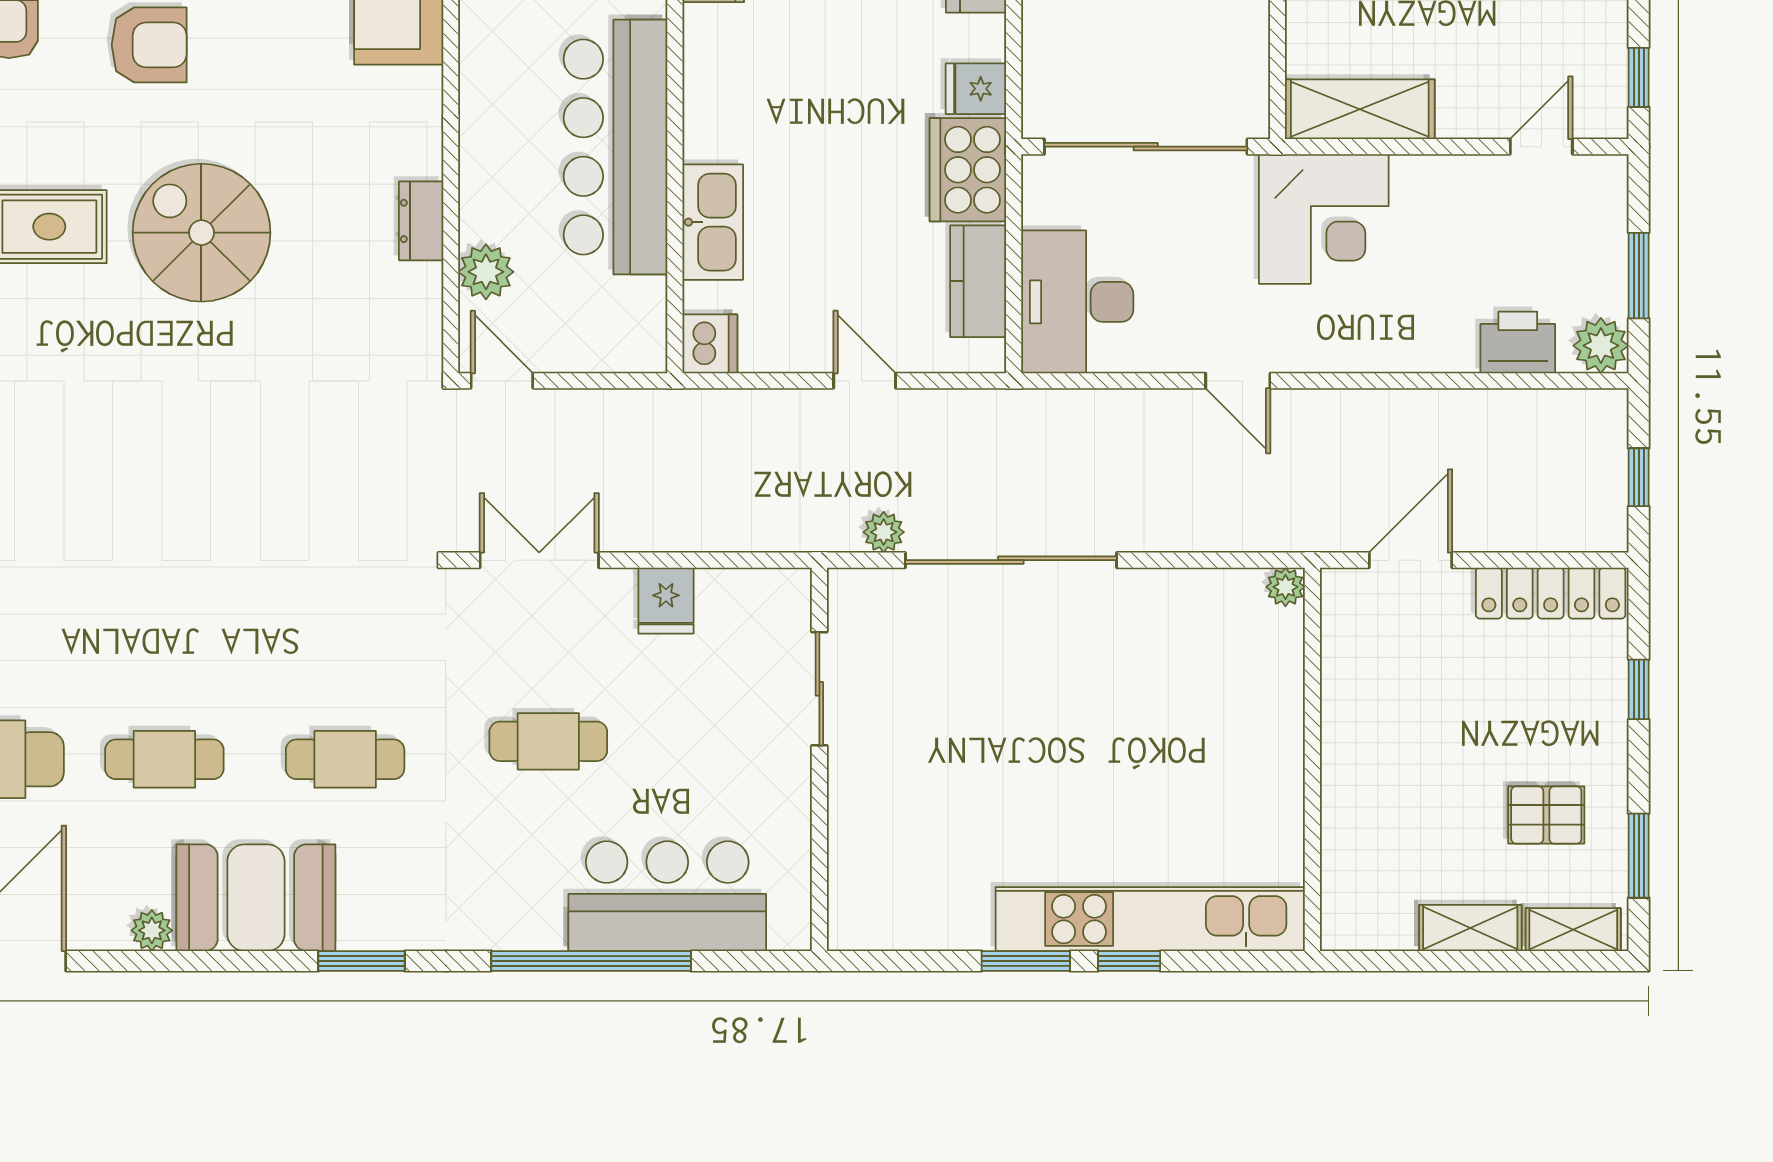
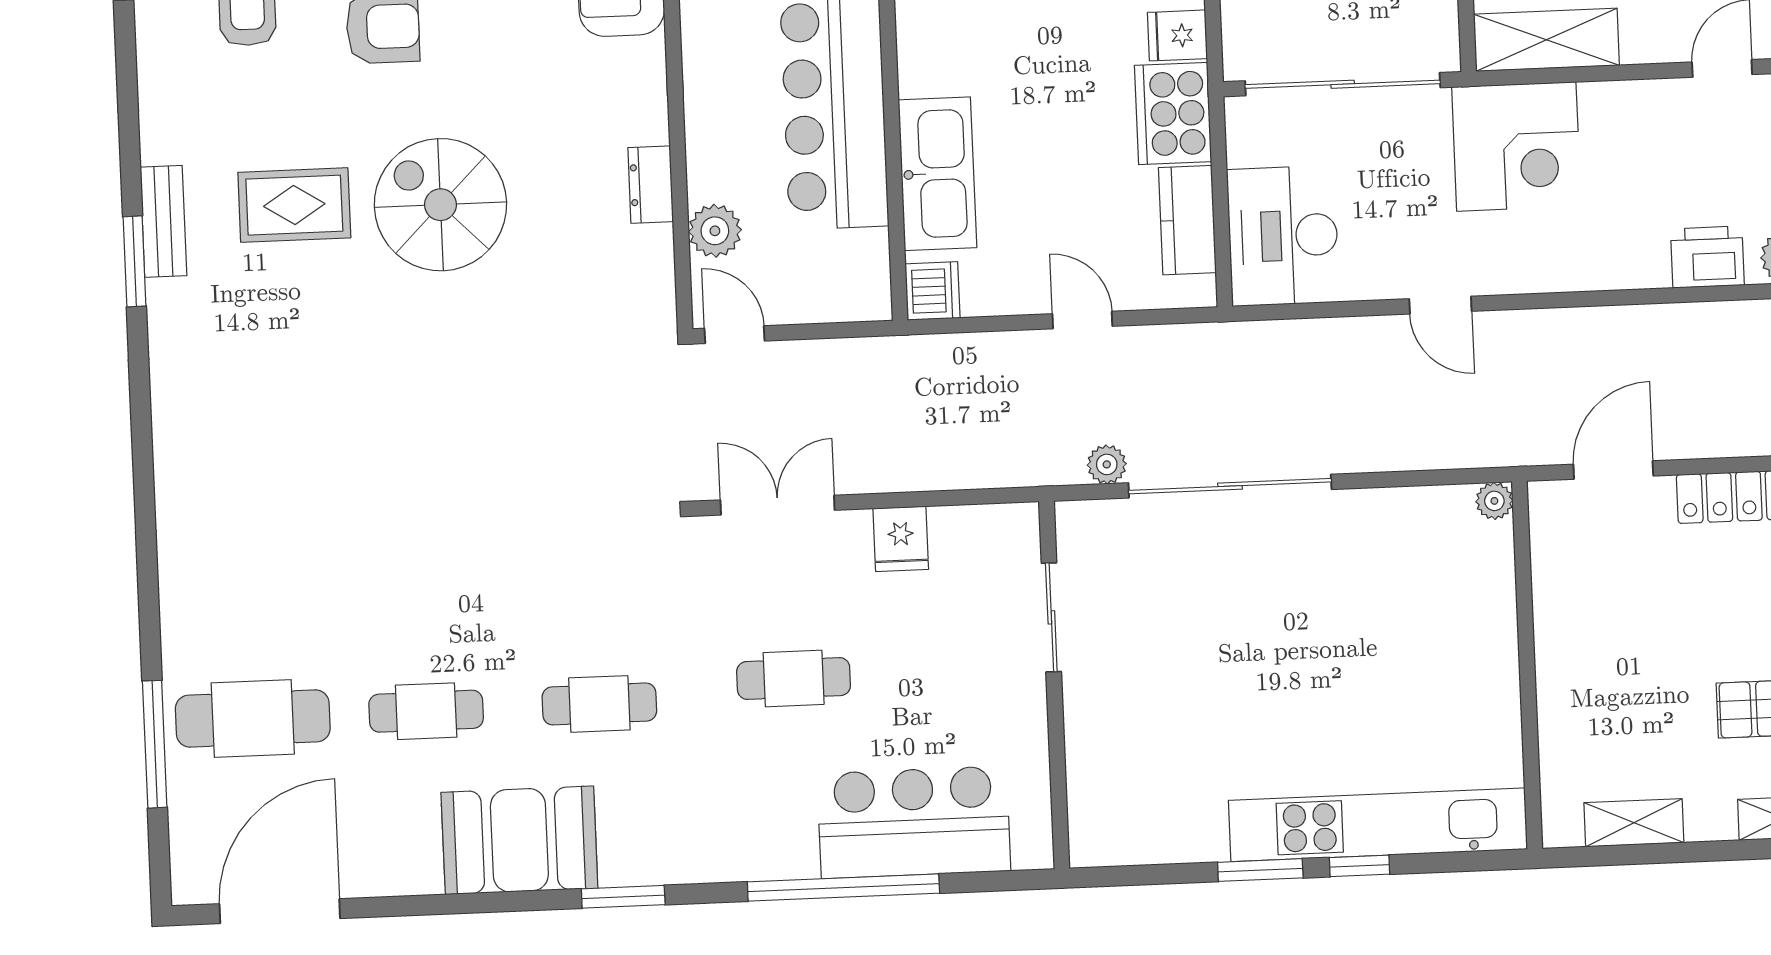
kitchen sink: (713, 222) -> (937, 174), width x1.36, depth x1.24
shelving: (1470, 928) -> (1634, 823), moved
plant: (152, 930) -> (421, 876), removed

